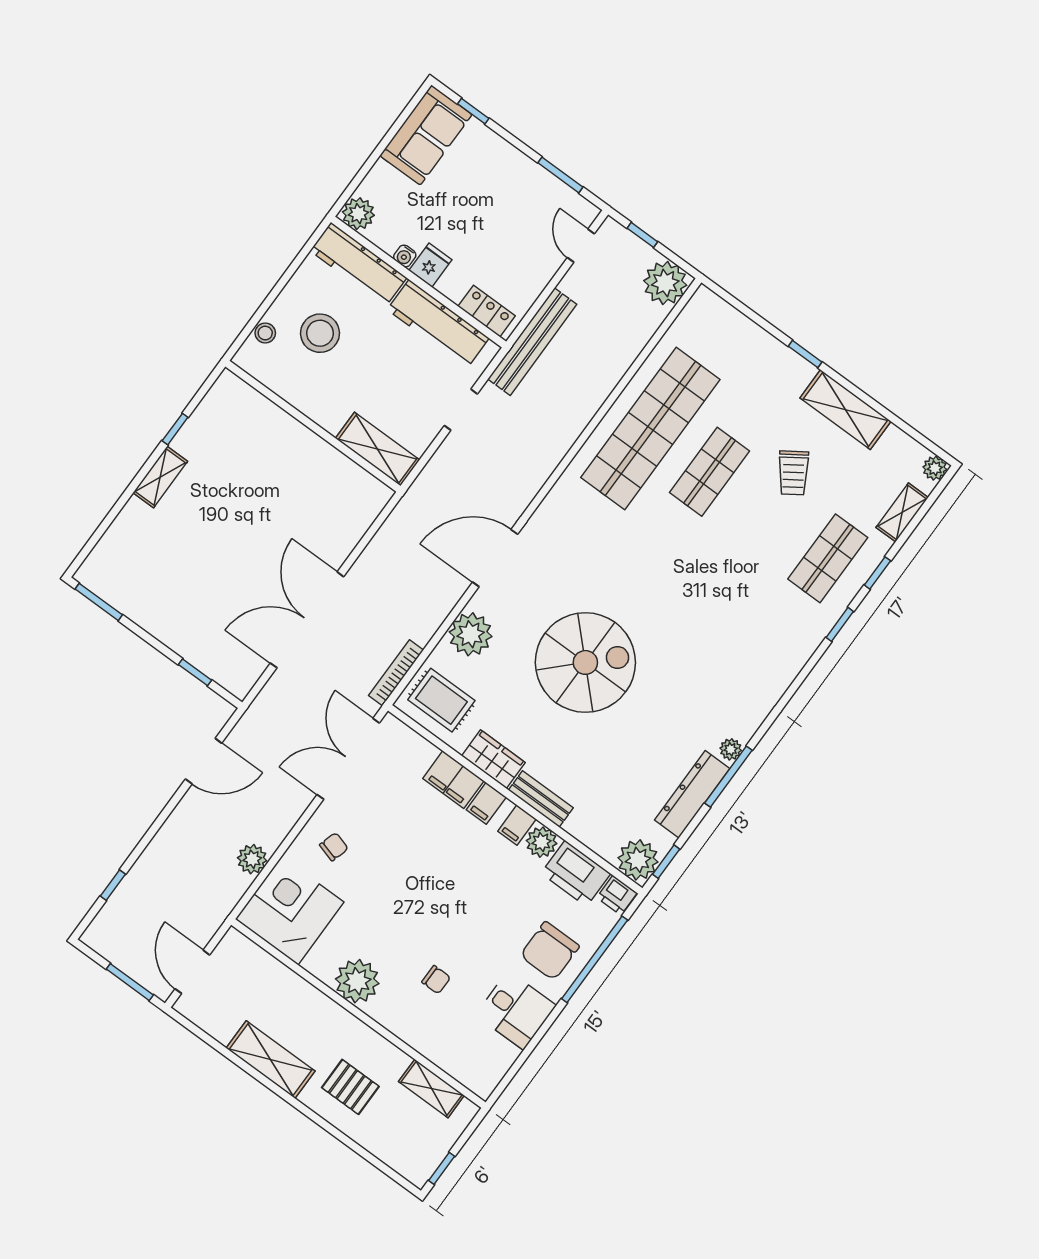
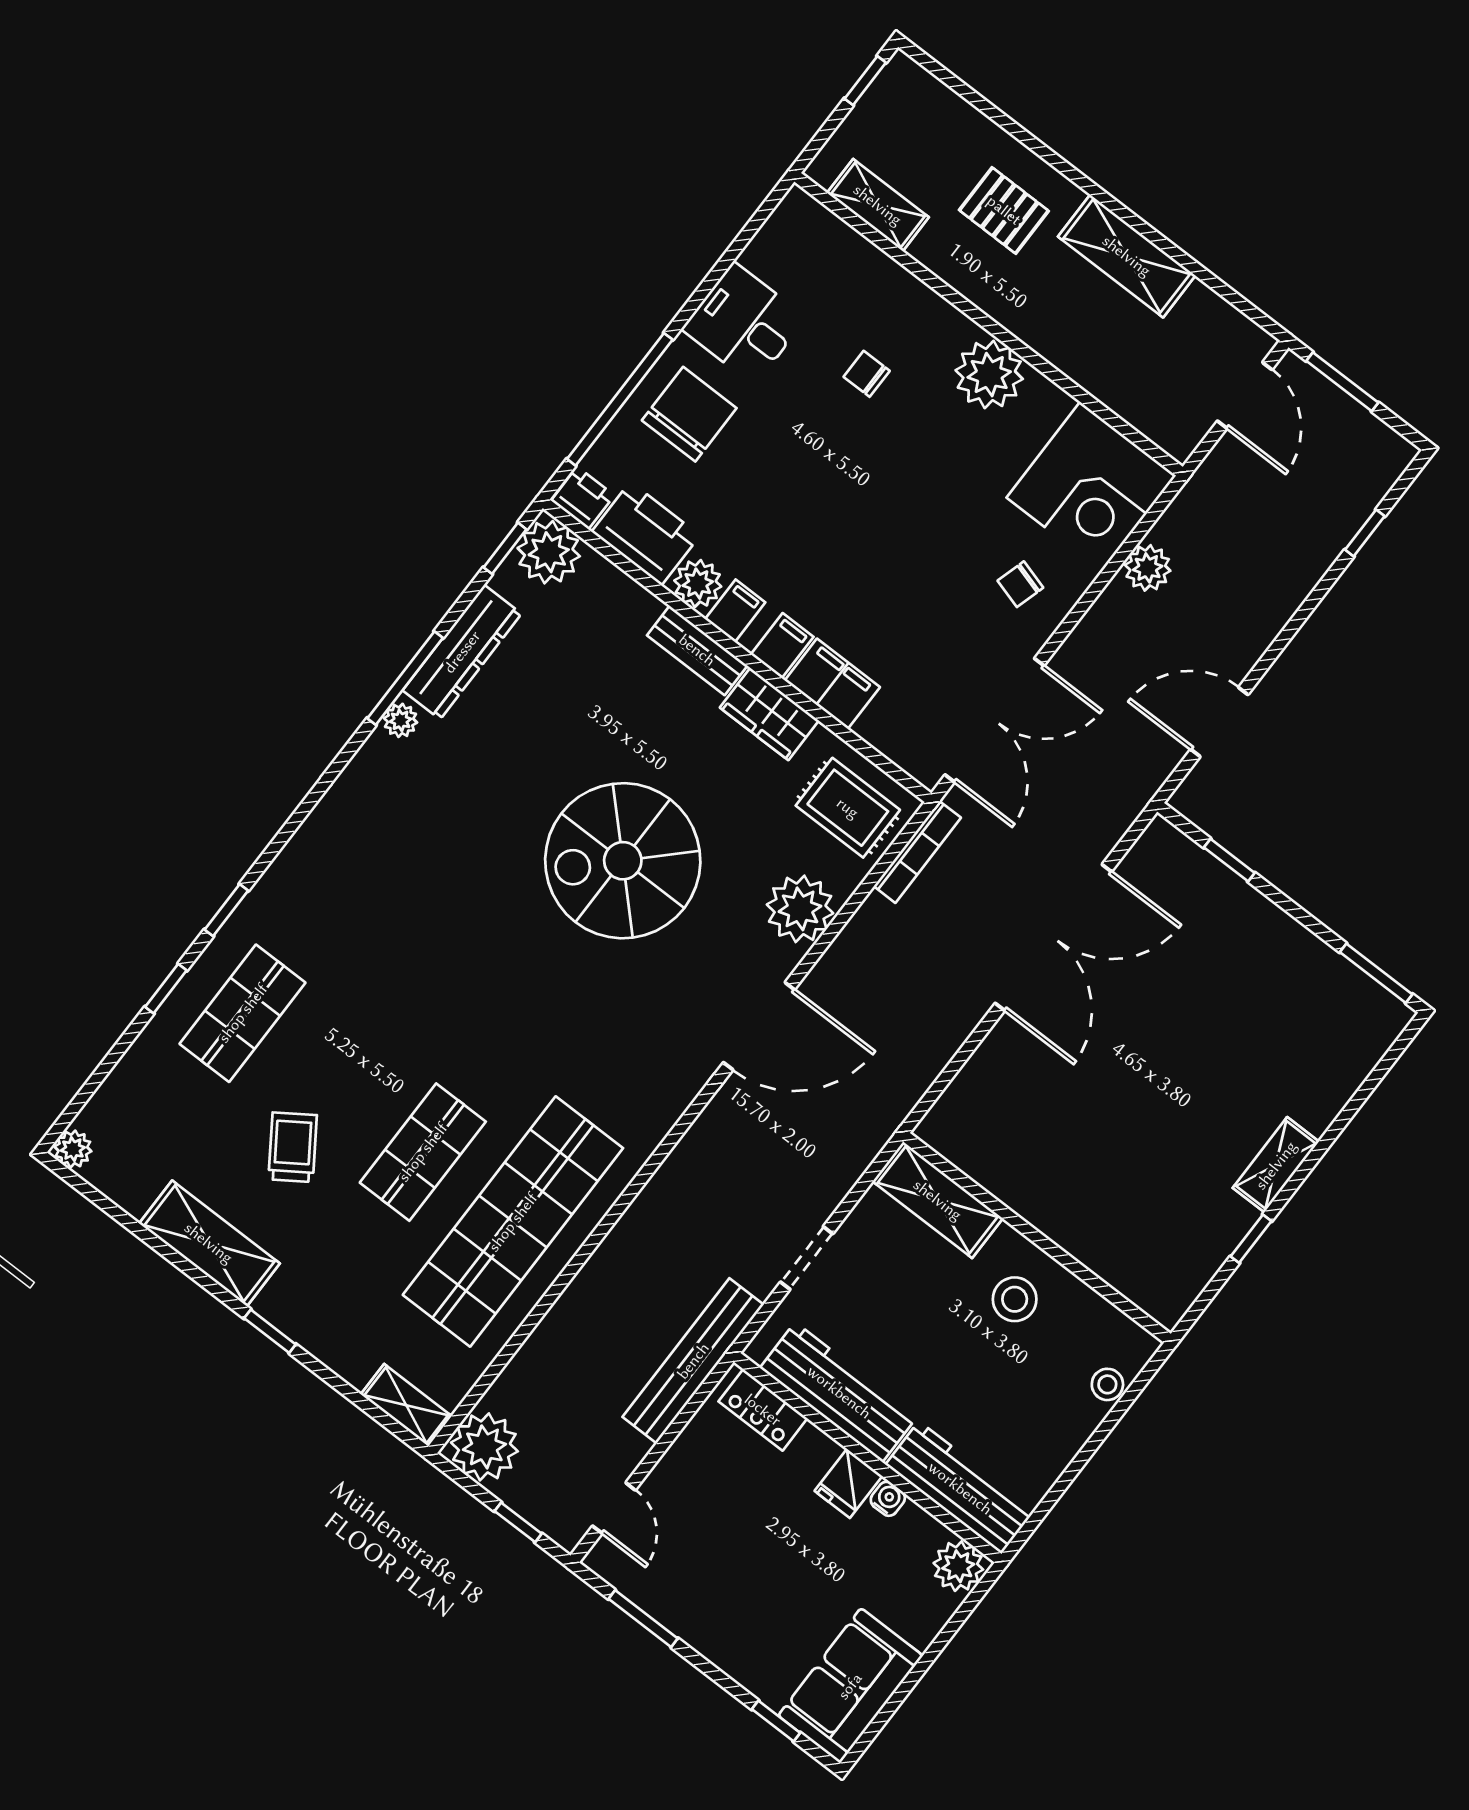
stool: (320, 333) -> (1015, 1299), moved, width x0.73, depth x0.73
shelving: (902, 512) -> (406, 1405), moved, turned 90

